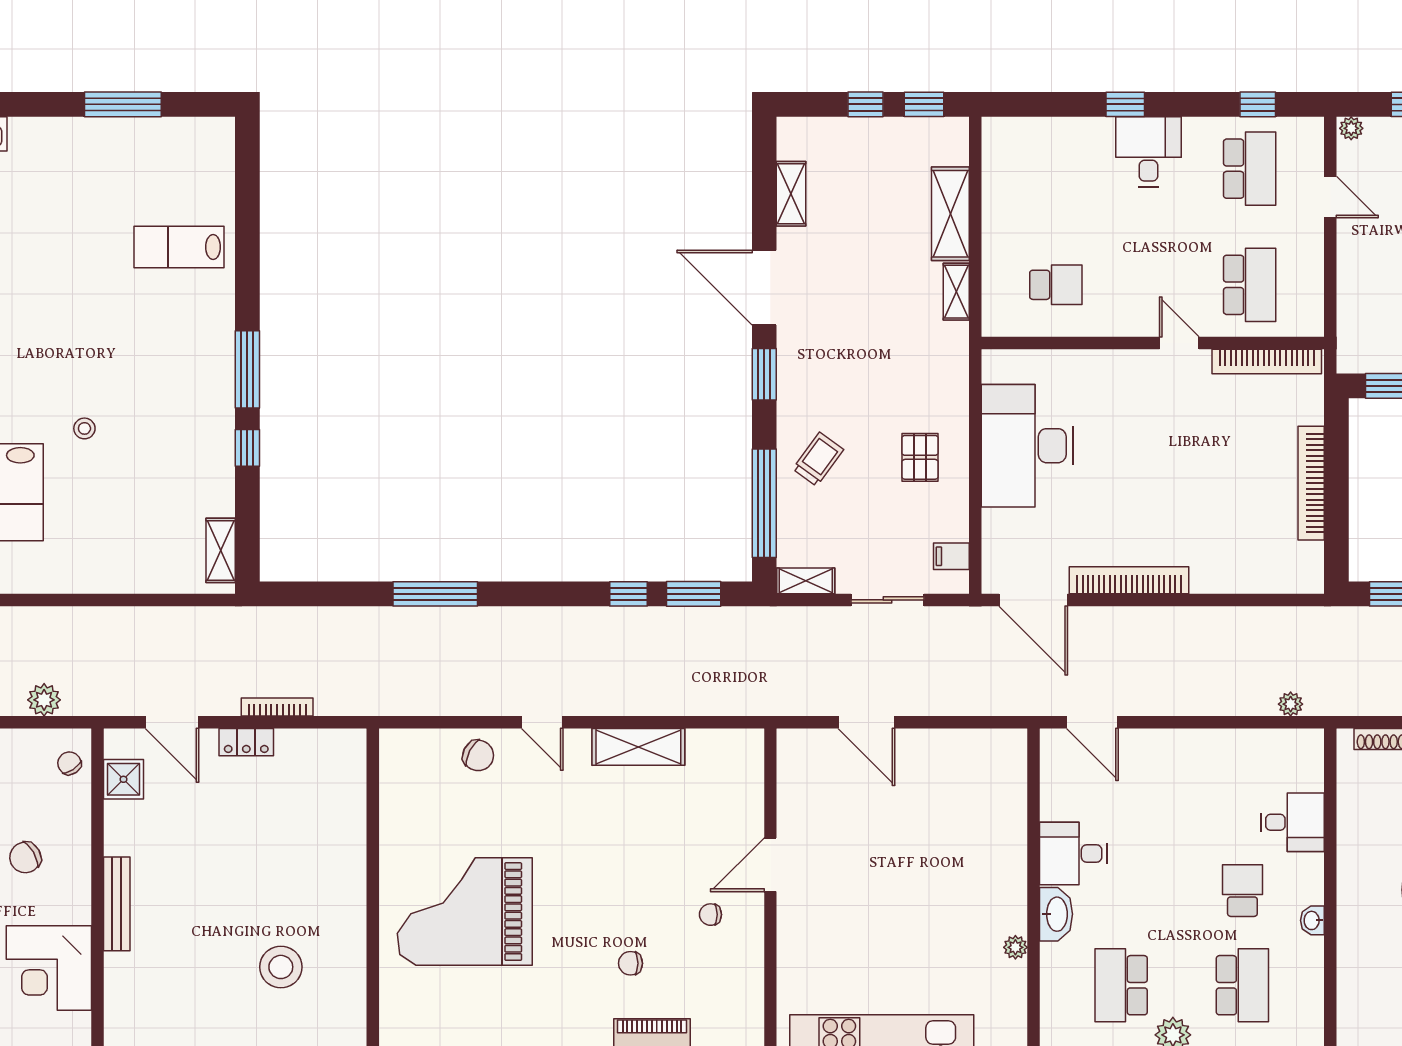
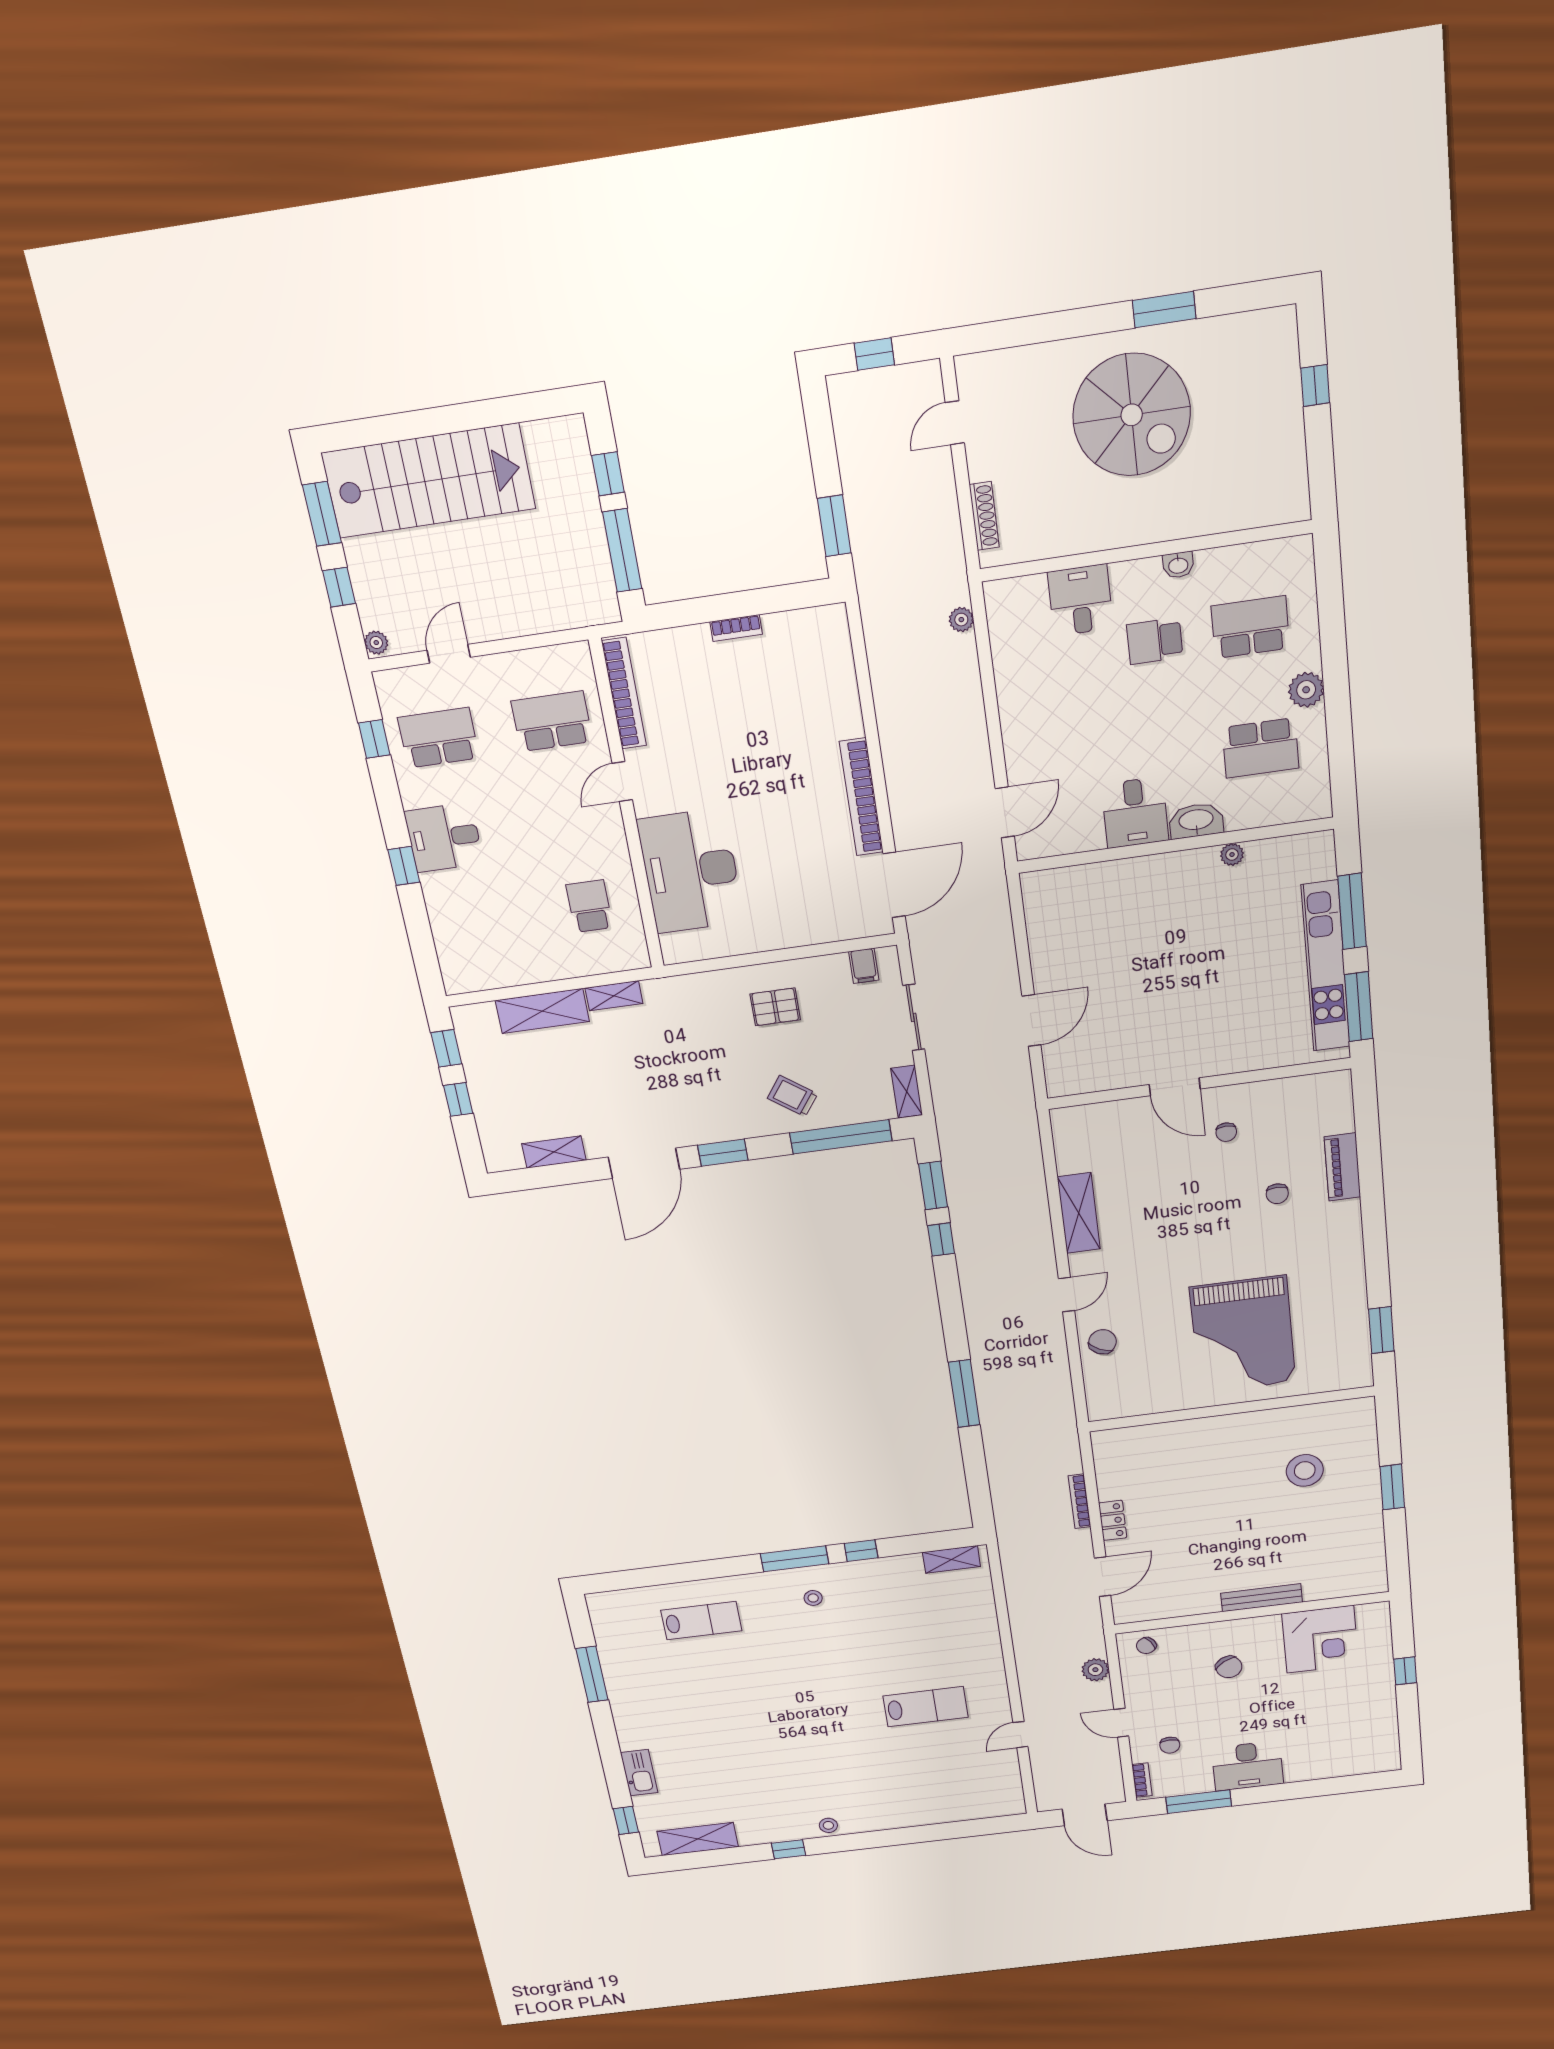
lab bench: (179, 247) -> (701, 1621), turned -90
stool: (84, 428) -> (813, 1598), moved
desk: (1027, 446) -> (691, 871), moved, turned 90
bookcase: (1311, 483) -> (736, 628), width x0.43, depth x0.76
shower: (123, 779) -> (1155, 1606), removed

